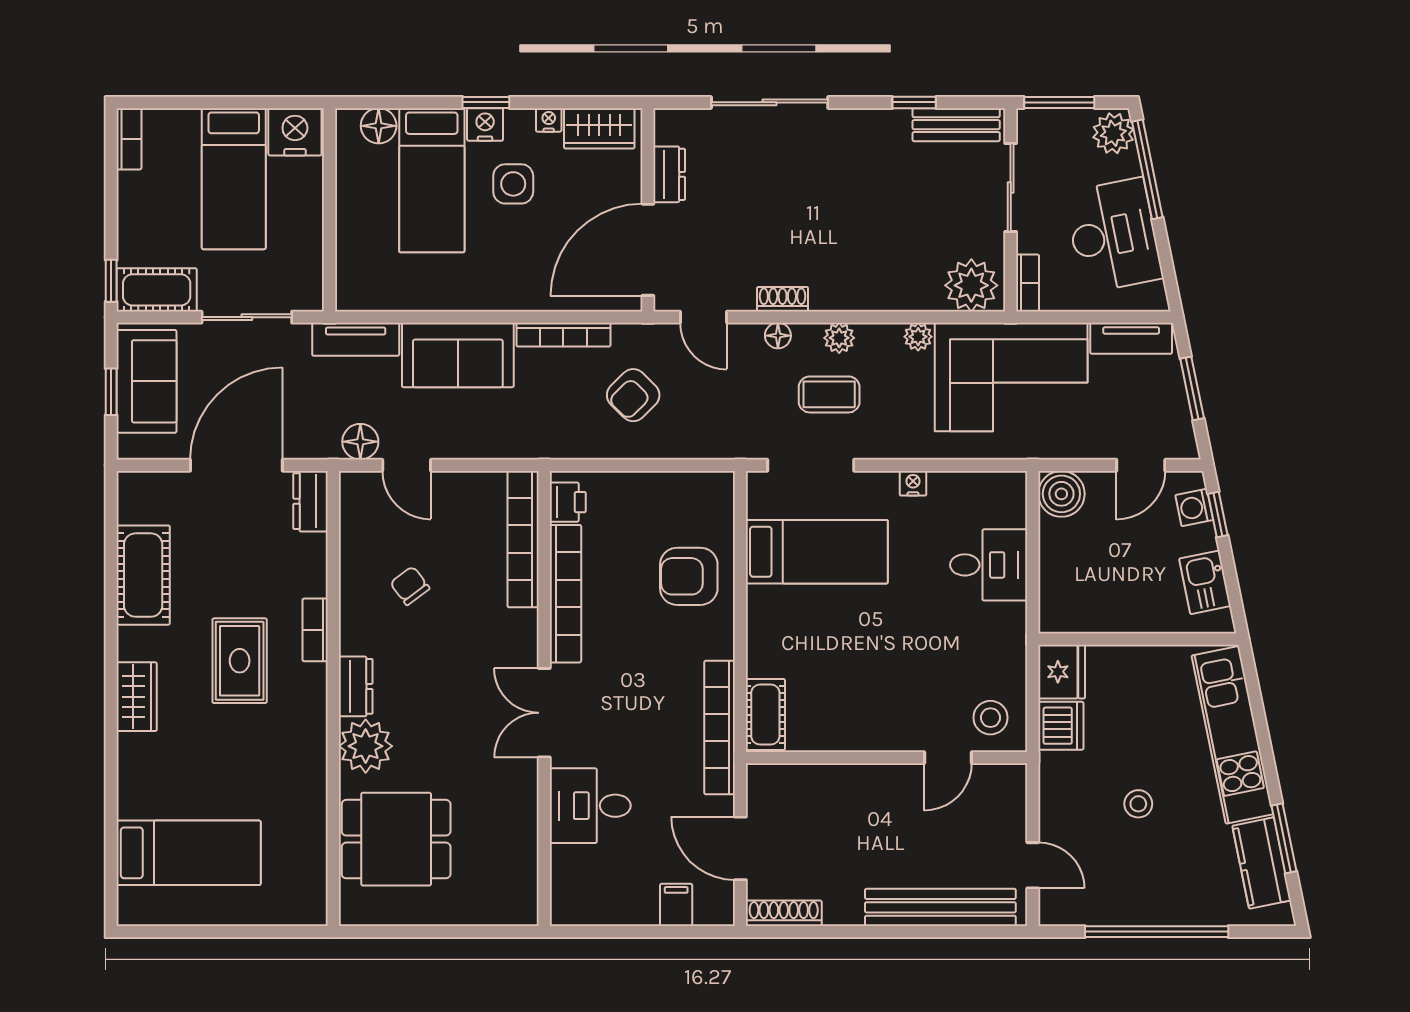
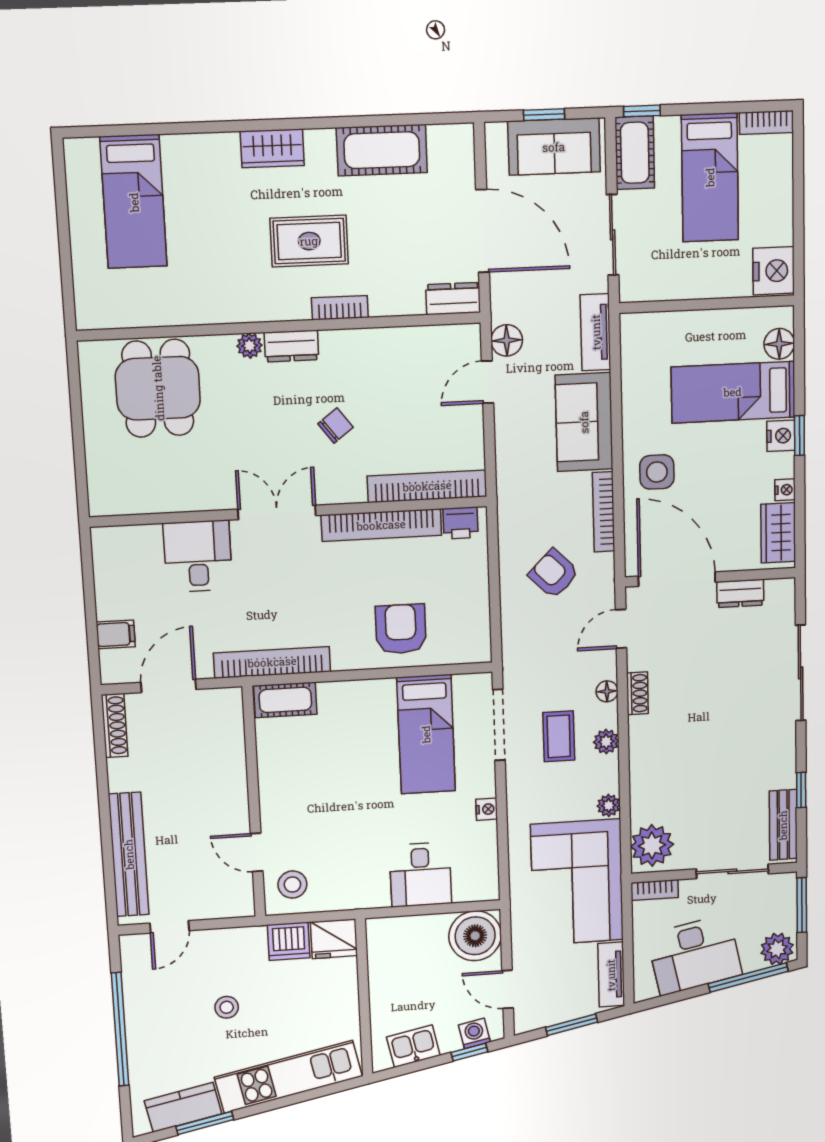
bed: (234, 179) -> (710, 177), moved, turned -90
side table: (513, 184) -> (657, 472), moved
boiler: (1061, 494) -> (475, 936), width x1.37, depth x1.37
chair: (410, 586) -> (336, 425), moved
plant: (366, 746) -> (250, 346), width x0.53, depth x0.53

